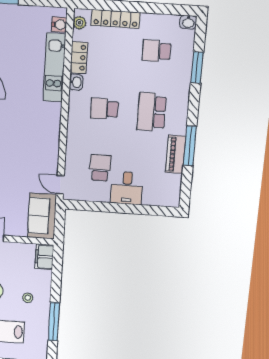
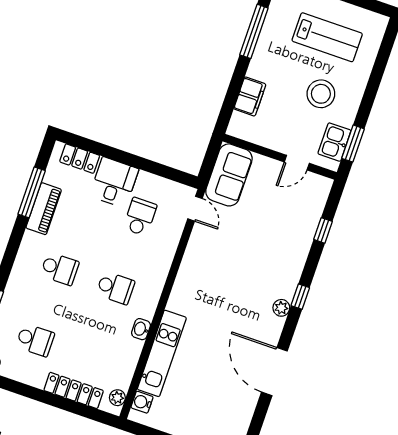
locker: (79, 58) -> (80, 159), moved, turned -90
school desk: (151, 112) -> (60, 269), width x0.54
window: (190, 146) -> (32, 192), moved
school desk: (100, 168) -> (140, 217), turned 180
filing cabinet: (44, 257) -> (250, 96), moved
stool: (28, 298) -> (278, 72), removed

